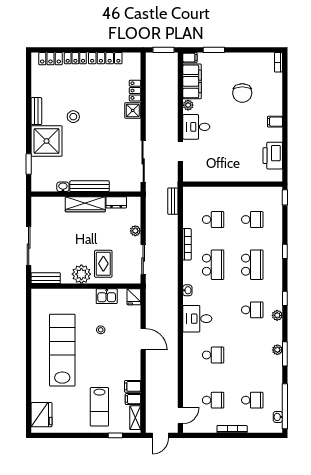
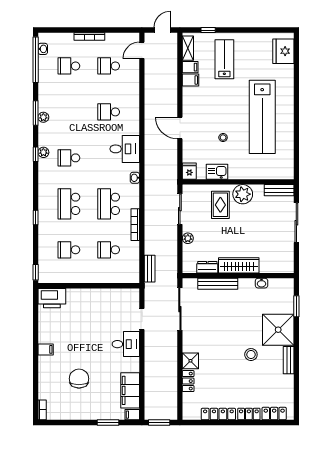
plant: (188, 105) -> (134, 366), removed
printer: (273, 156) -> (52, 298), moved, turned 90
bench: (90, 186) -> (218, 284), moved
window: (285, 298) -> (36, 154), moved

